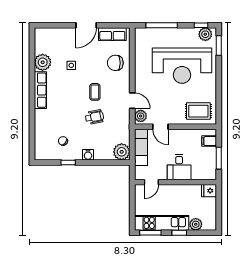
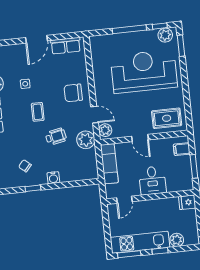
window: (162, 25) -> (129, 29), moved
chair: (115, 63) -> (73, 93), moved
reception desk: (182, 66) -> (144, 71), turned 180
coffee table: (95, 92) -> (38, 112), moved
door: (160, 127) -> (140, 138), moved
plant: (122, 152) -> (86, 140), moved

